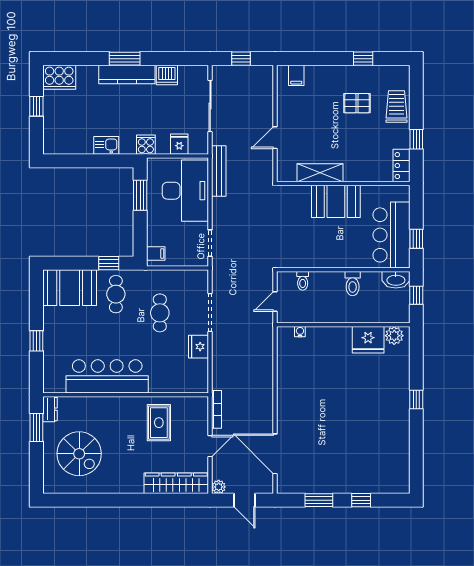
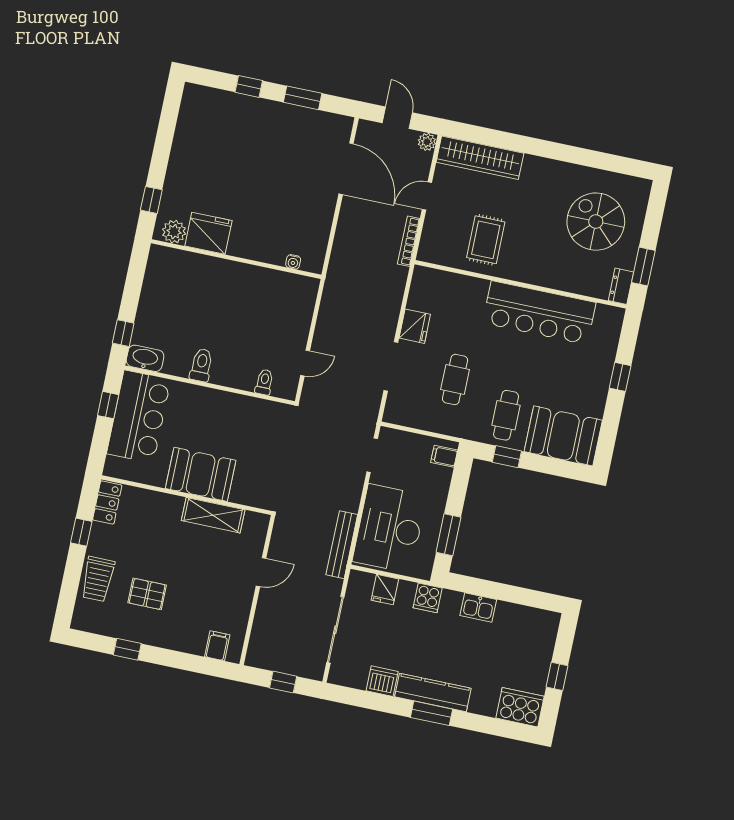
wall: (343, 325) -> (236, 259), moved
water cooler: (300, 332) -> (293, 262), moved
plant: (394, 336) -> (174, 232), moved
fridge: (368, 340) -> (208, 233), moved

